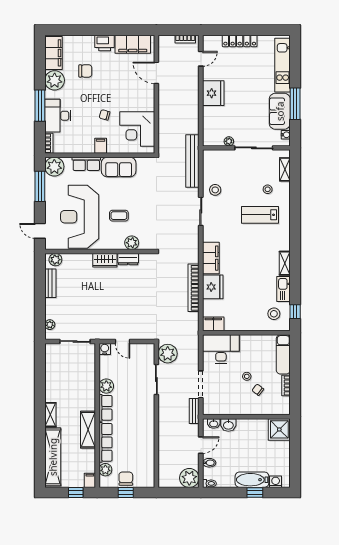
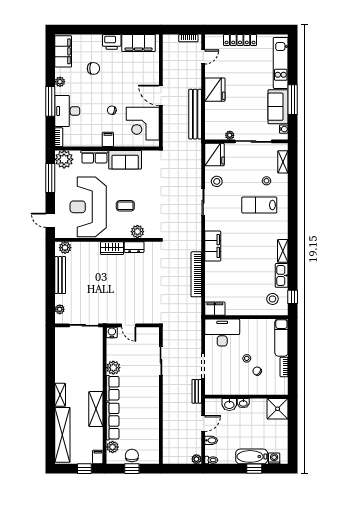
door: (156, 73) -> (161, 95), moved
plant: (55, 80) -> (60, 82), width x0.53, depth x0.53
bench: (192, 161) -> (195, 114), moved
bench: (50, 283) -> (60, 275), width x1.36
fridge: (213, 287) -> (214, 155), moved
plant: (168, 354) -> (172, 337), removed
washbasin: (214, 424) -> (243, 403), moved
plant: (189, 478) -> (196, 459), width x0.53, depth x0.53

